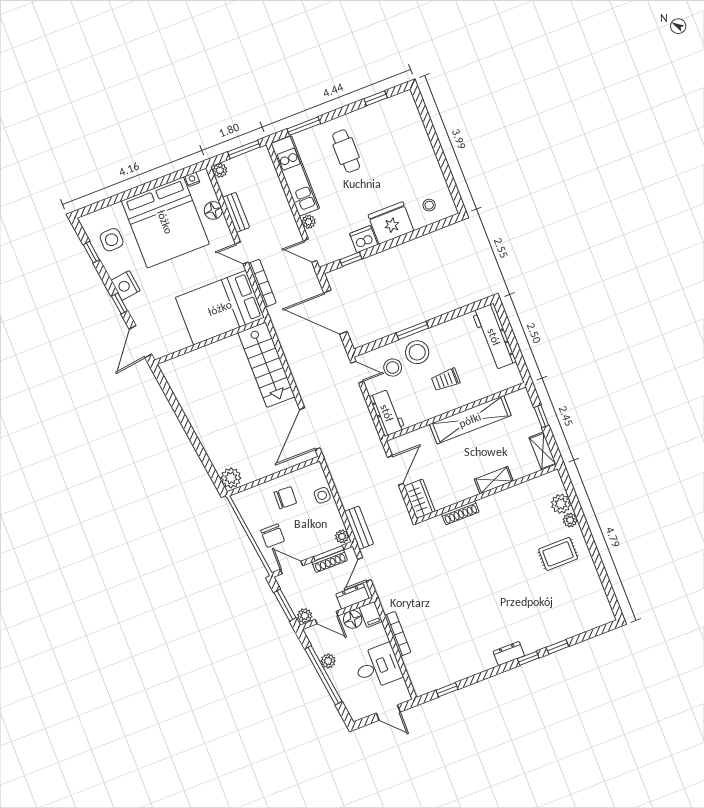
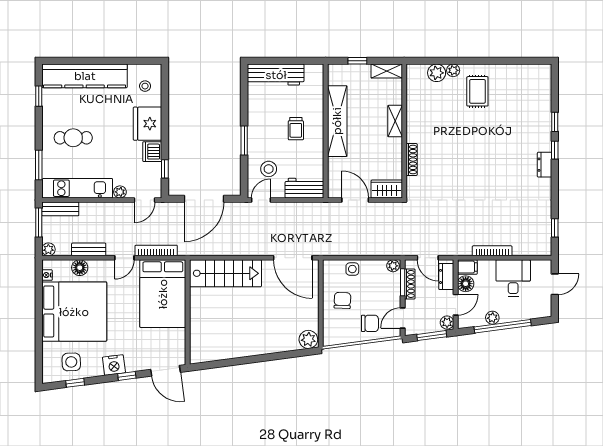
kitchen counter: (415, 138) -> (85, 76), added
stool: (417, 352) -> (264, 144), removed
bench: (359, 528) -> (60, 209), moved

